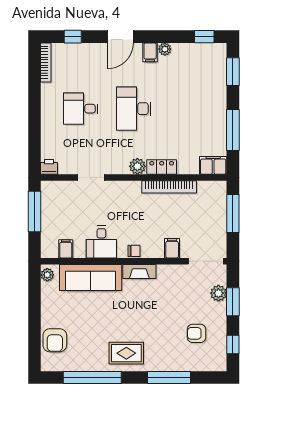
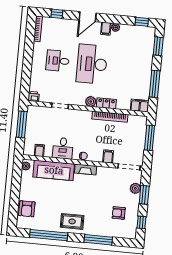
desk: (134, 109) -> (92, 64), width x1.36, depth x1.30

